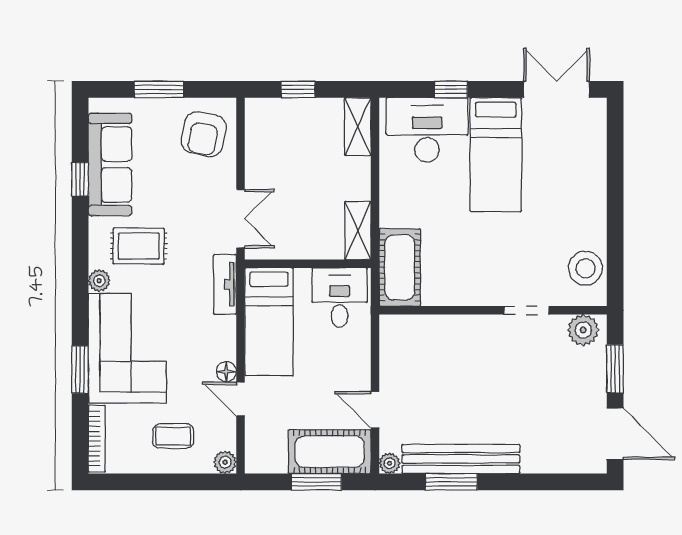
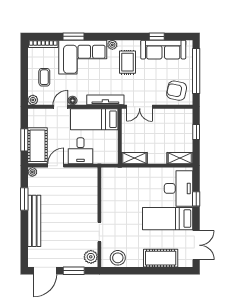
window: (159, 89) -> (196, 71), width x2.11
cot: (400, 267) -> (161, 258), moved
tv unit: (225, 284) -> (105, 100), width x1.41
desk: (340, 298) -> (80, 151), moved, turned 90
bench: (461, 459) -> (34, 221), moved

